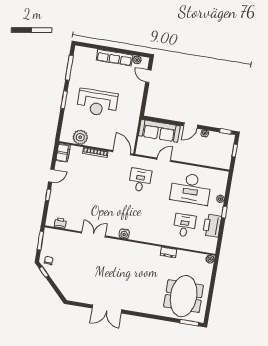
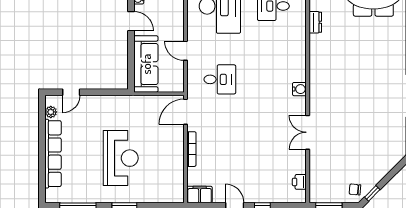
row of seats: (115, 58) -> (53, 154), width x1.36
plant: (80, 137) -> (173, 174), removed
desk: (140, 180) -> (220, 79), turned 180

